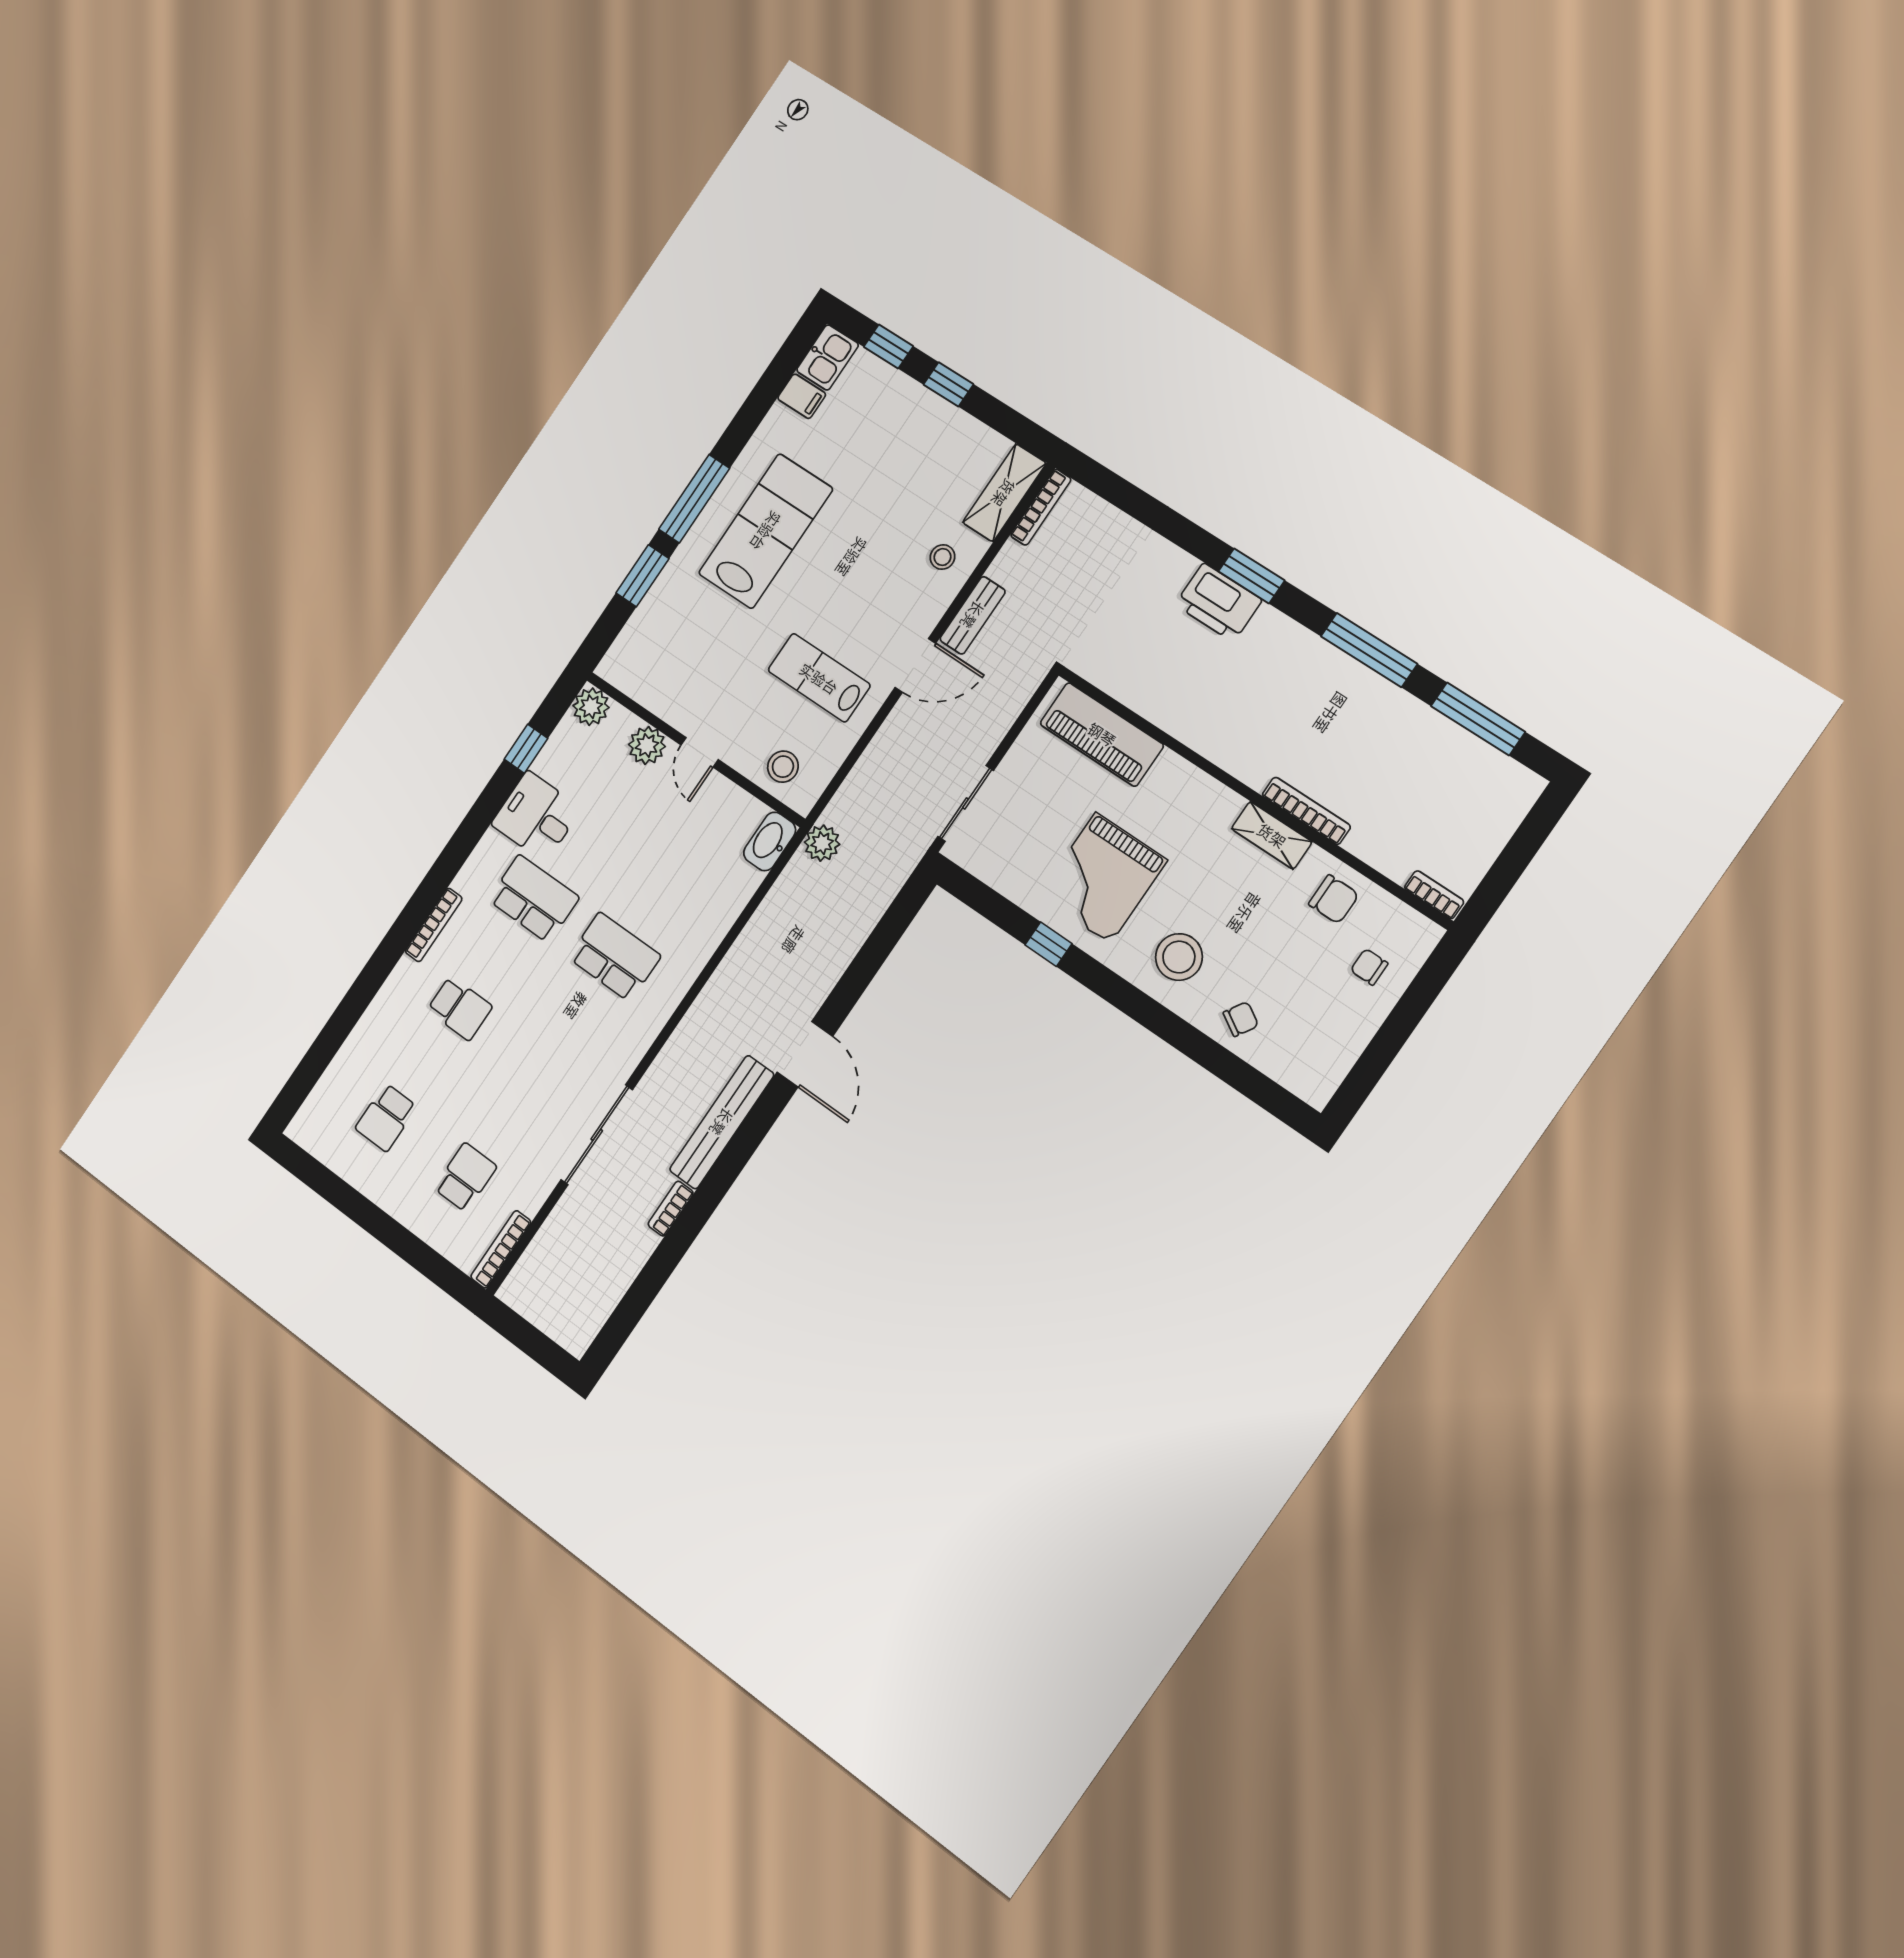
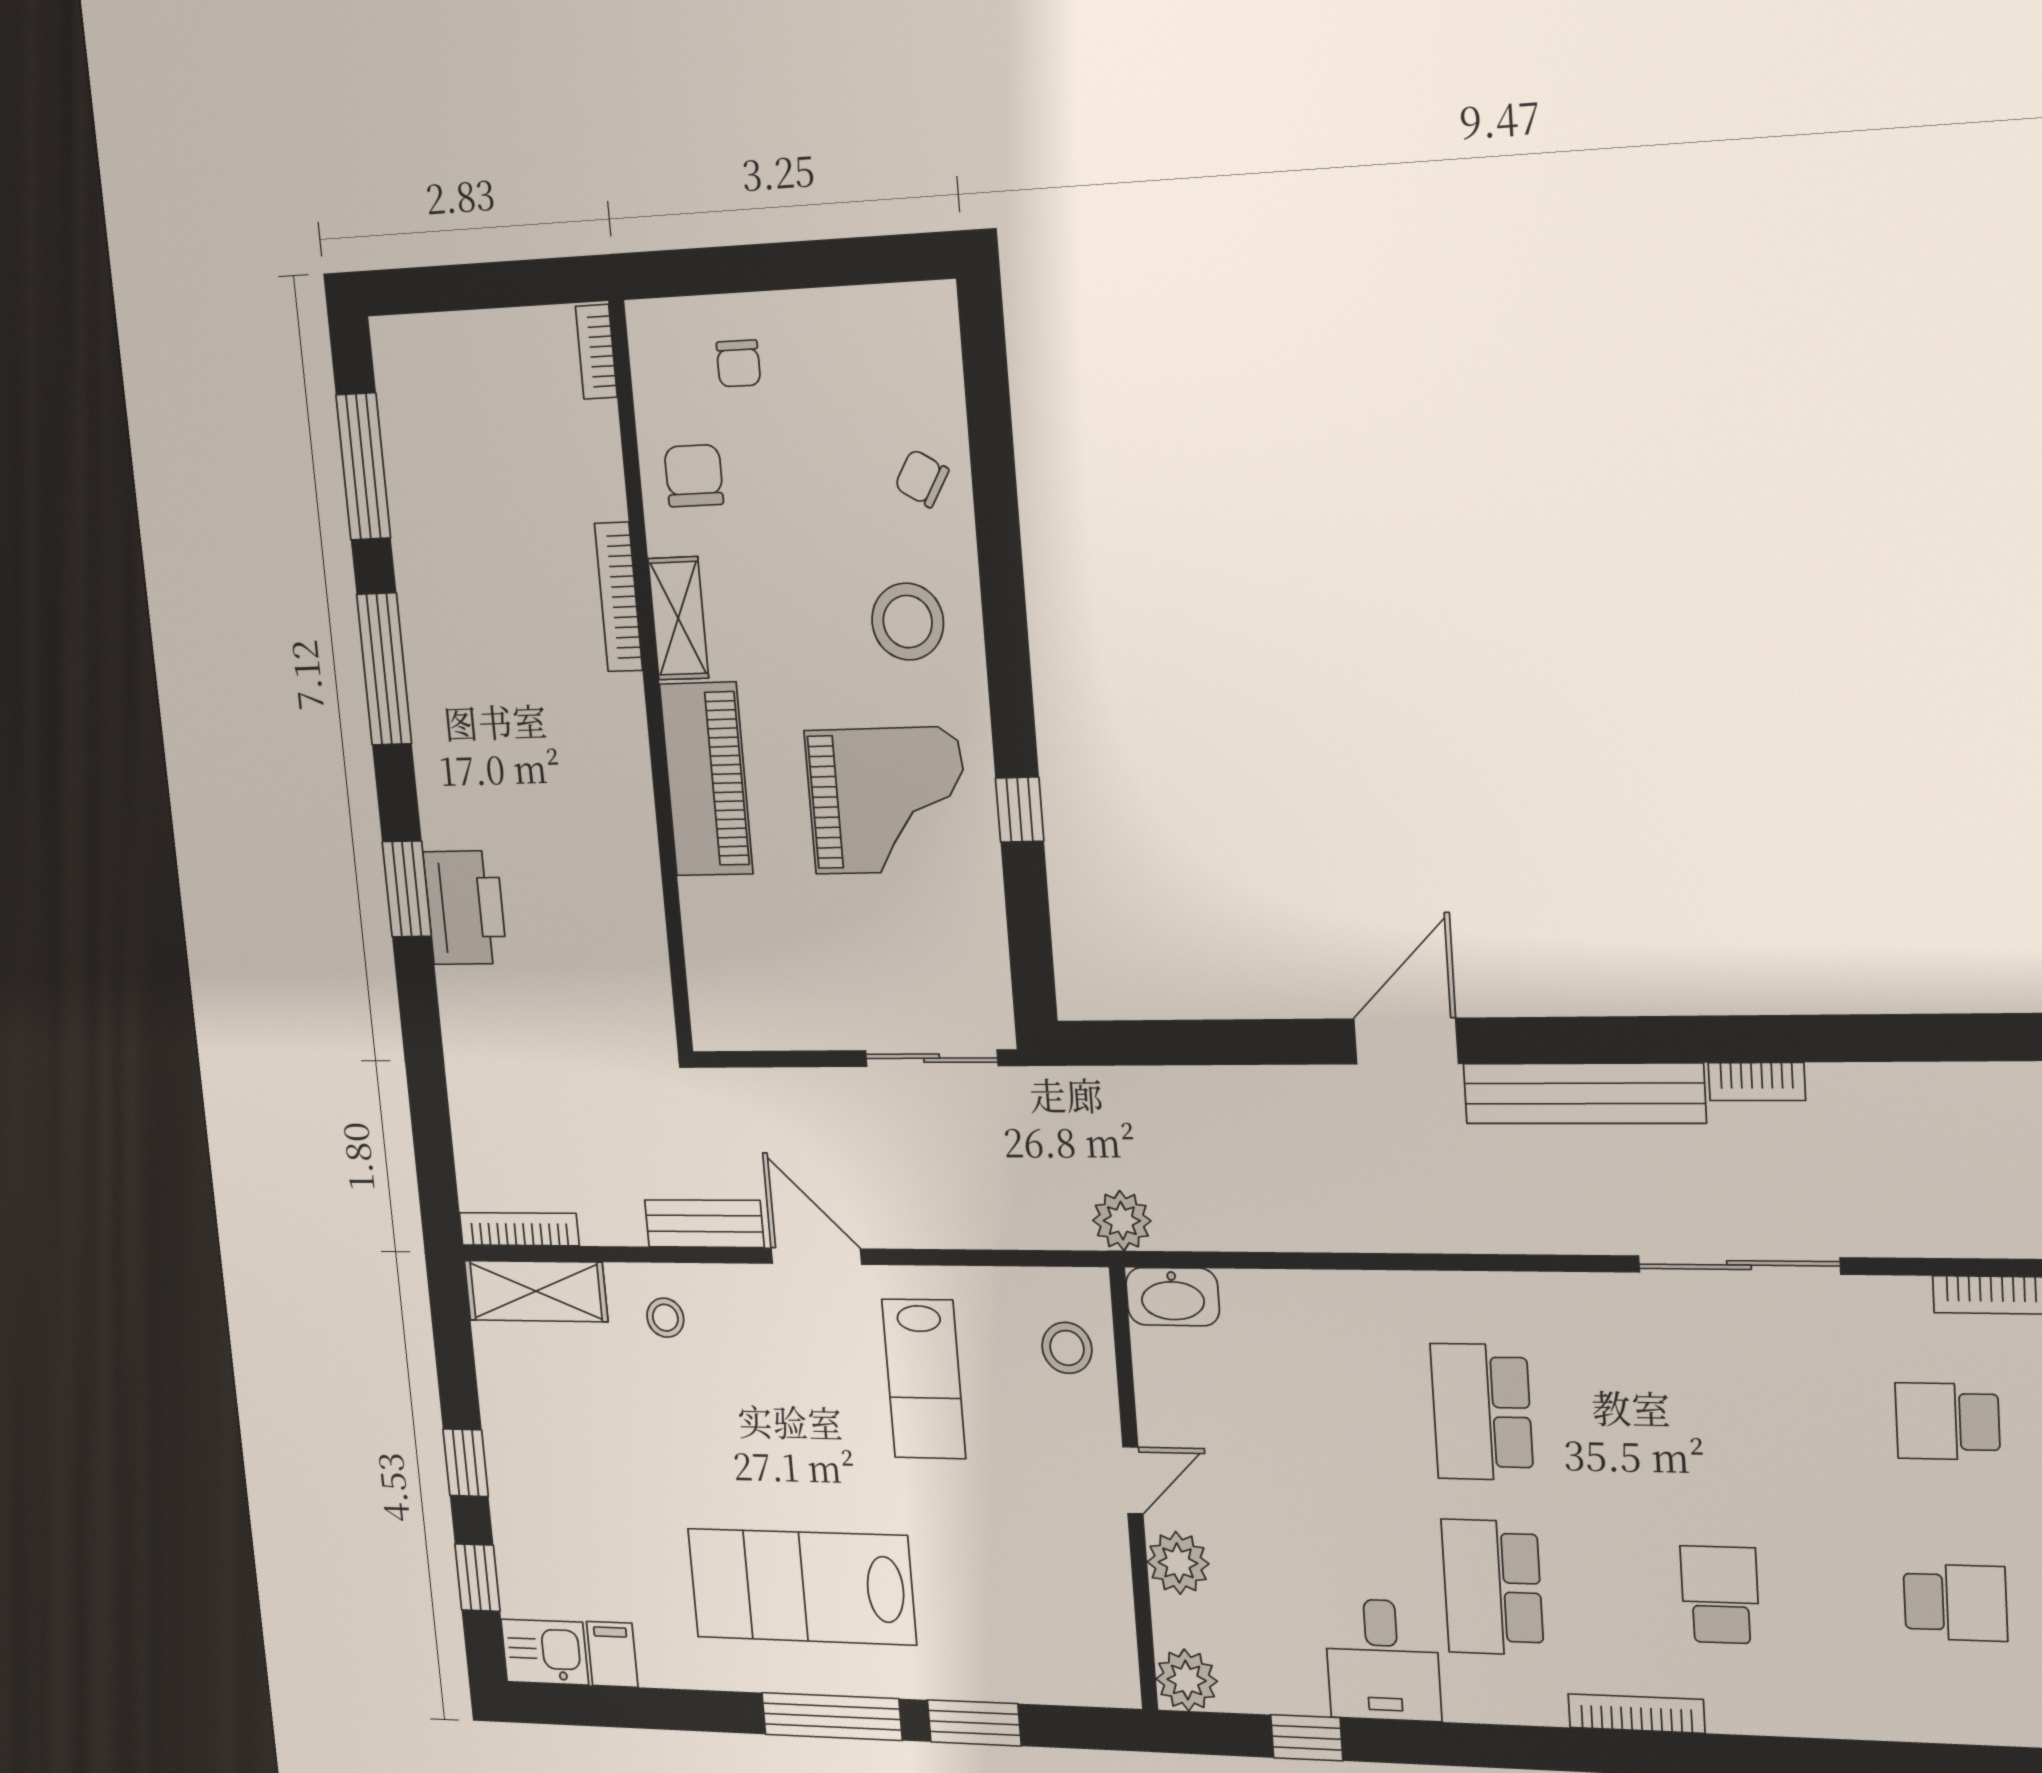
piano: (1102, 734) -> (706, 779), moved

